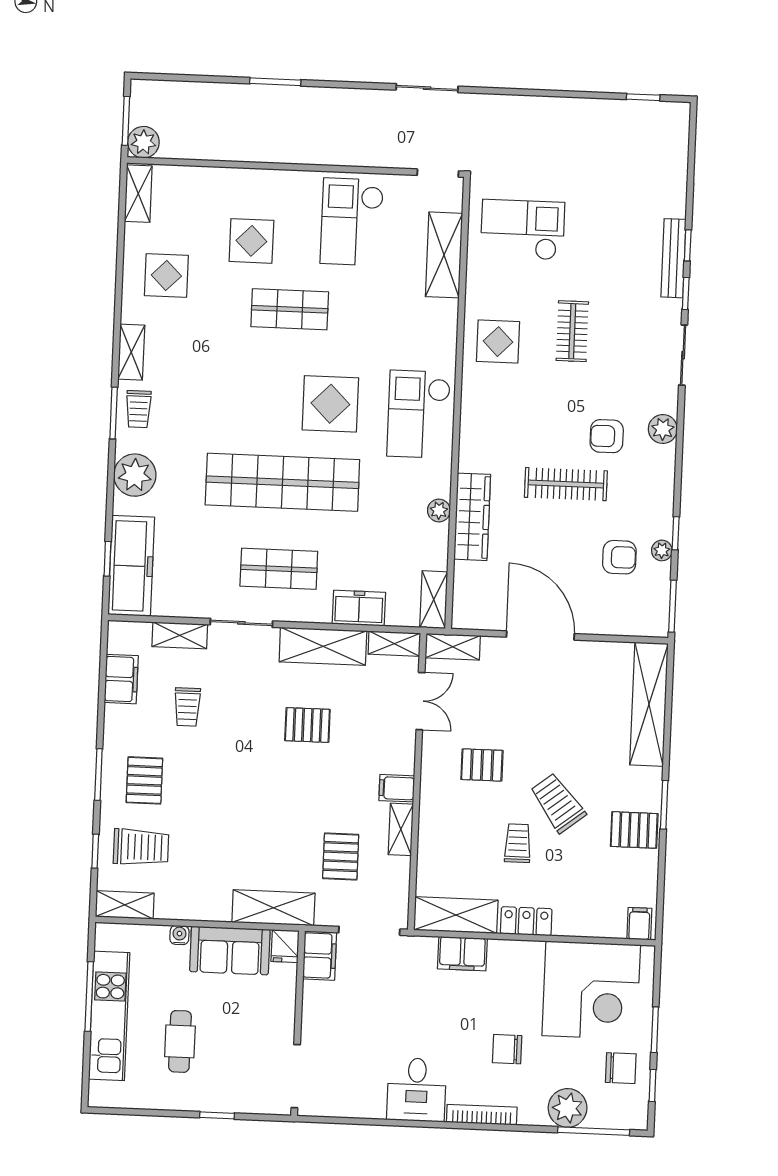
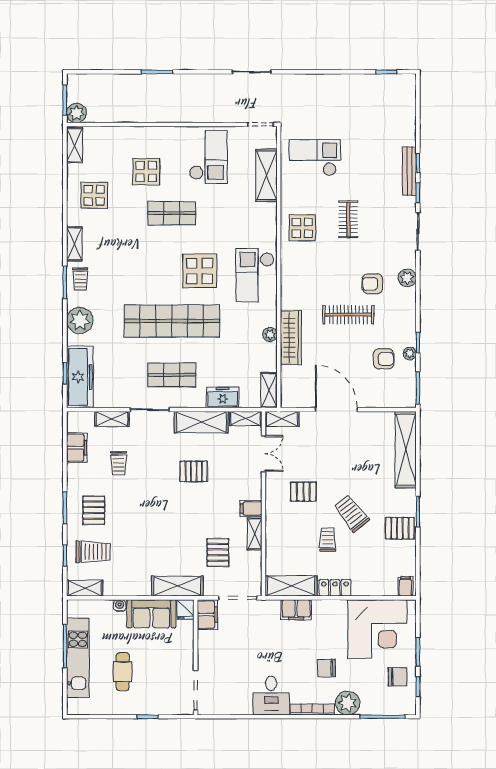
checkout: (352, 222) -> (208, 157), turned 180
plant: (568, 1108) -> (348, 703), moved

